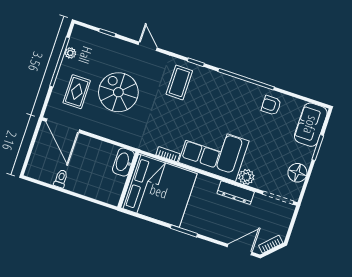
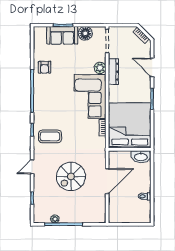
rug: (77, 92) -> (80, 206), removed
sofa: (311, 125) -> (62, 35), moved
door: (63, 126) -> (107, 181), moved
washbasin: (123, 162) -> (141, 157), moved
door: (240, 250) -> (152, 67), moved

